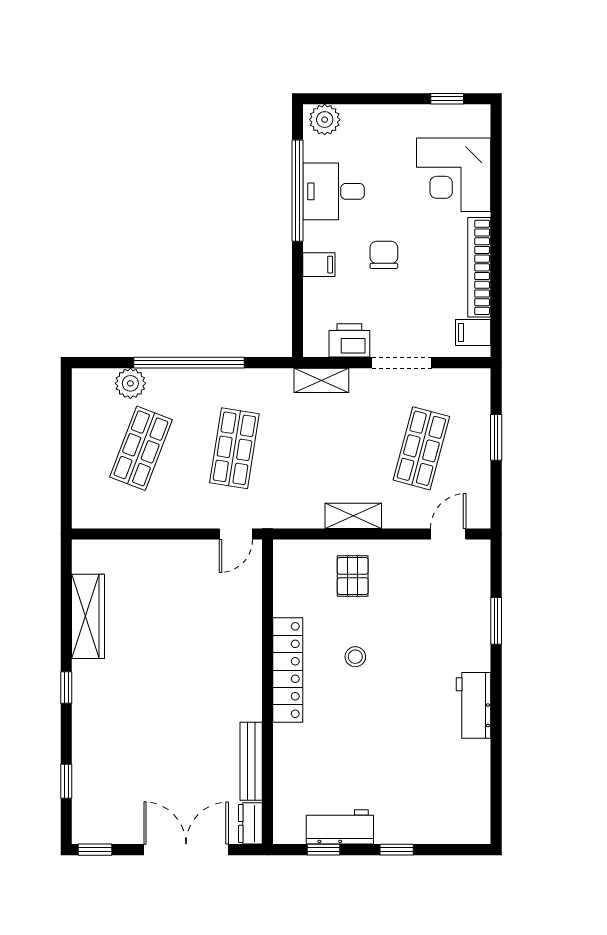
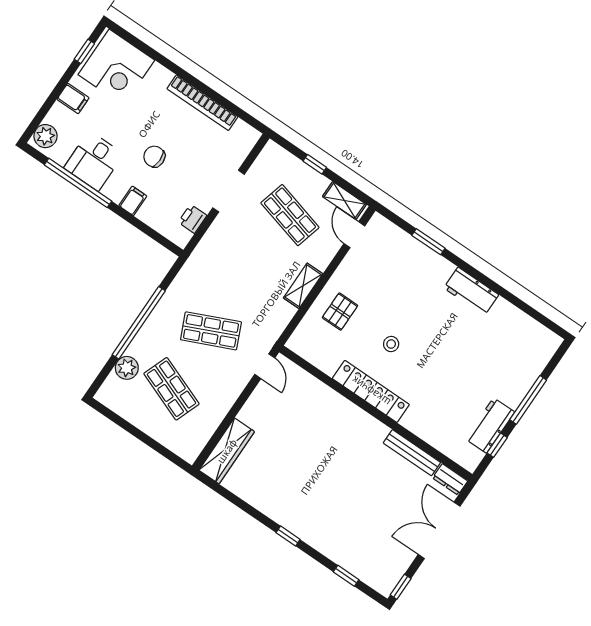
corner desk: (454, 175) -> (116, 67), moved
filing cabinet: (473, 333) -> (73, 99), moved, turned -90
printer: (349, 340) -> (192, 219), width x0.73, depth x0.81
shelving: (321, 380) -> (344, 200), moved, turned 90
window: (496, 437) -> (315, 164), width x0.67
shop shelf: (234, 448) -> (211, 331), turned -33
pallet: (353, 576) -> (340, 312), turned 90
wardrobe: (88, 616) -> (227, 451), moved, turned 90
window: (397, 850) -> (528, 400), width x2.17

